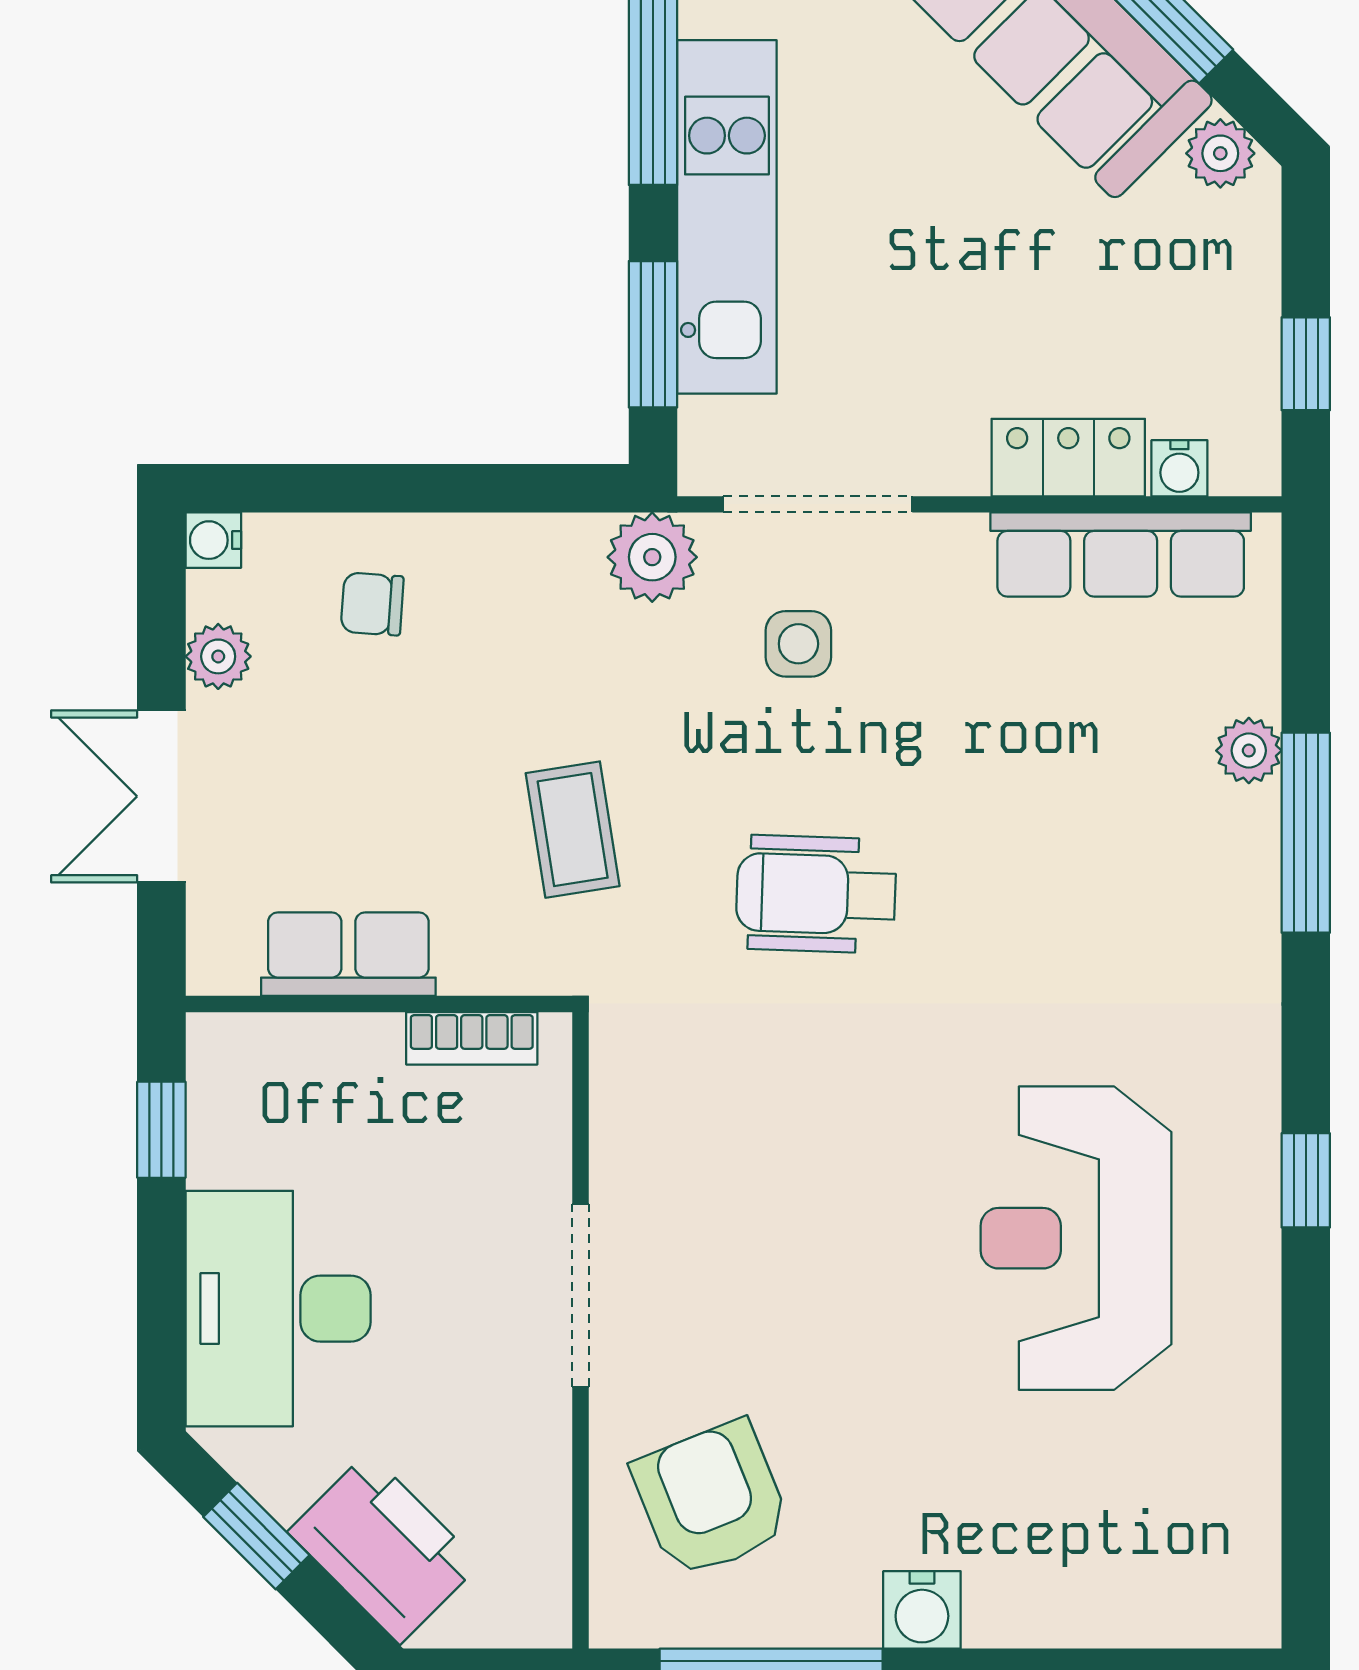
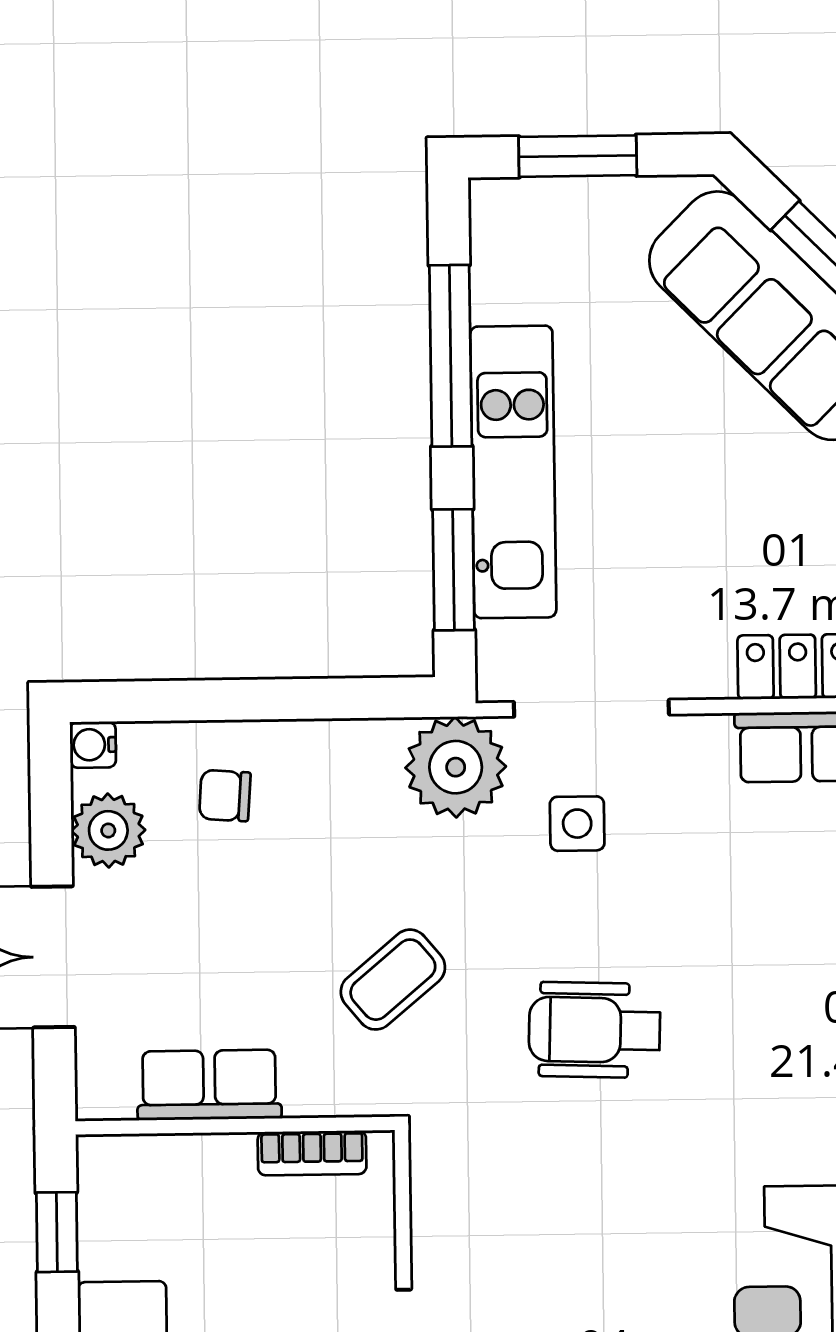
plant: (652, 557) -> (456, 767), width x1.36, depth x1.36
plant: (218, 656) -> (108, 830), width x1.38, depth x1.38
coffee table: (573, 830) -> (393, 980), turned 59

